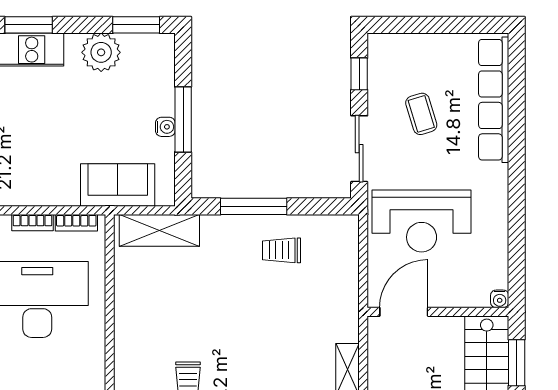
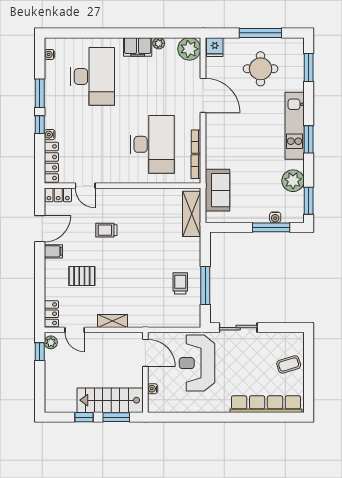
window: (359, 74) -> (281, 328), removed
coffee table: (421, 114) -> (289, 364), moved
window: (183, 119) -> (271, 227), moved
water cooler: (165, 127) -> (275, 217), moved
window: (254, 206) -> (205, 286), moved
water cooler: (500, 299) -> (153, 389), moved

